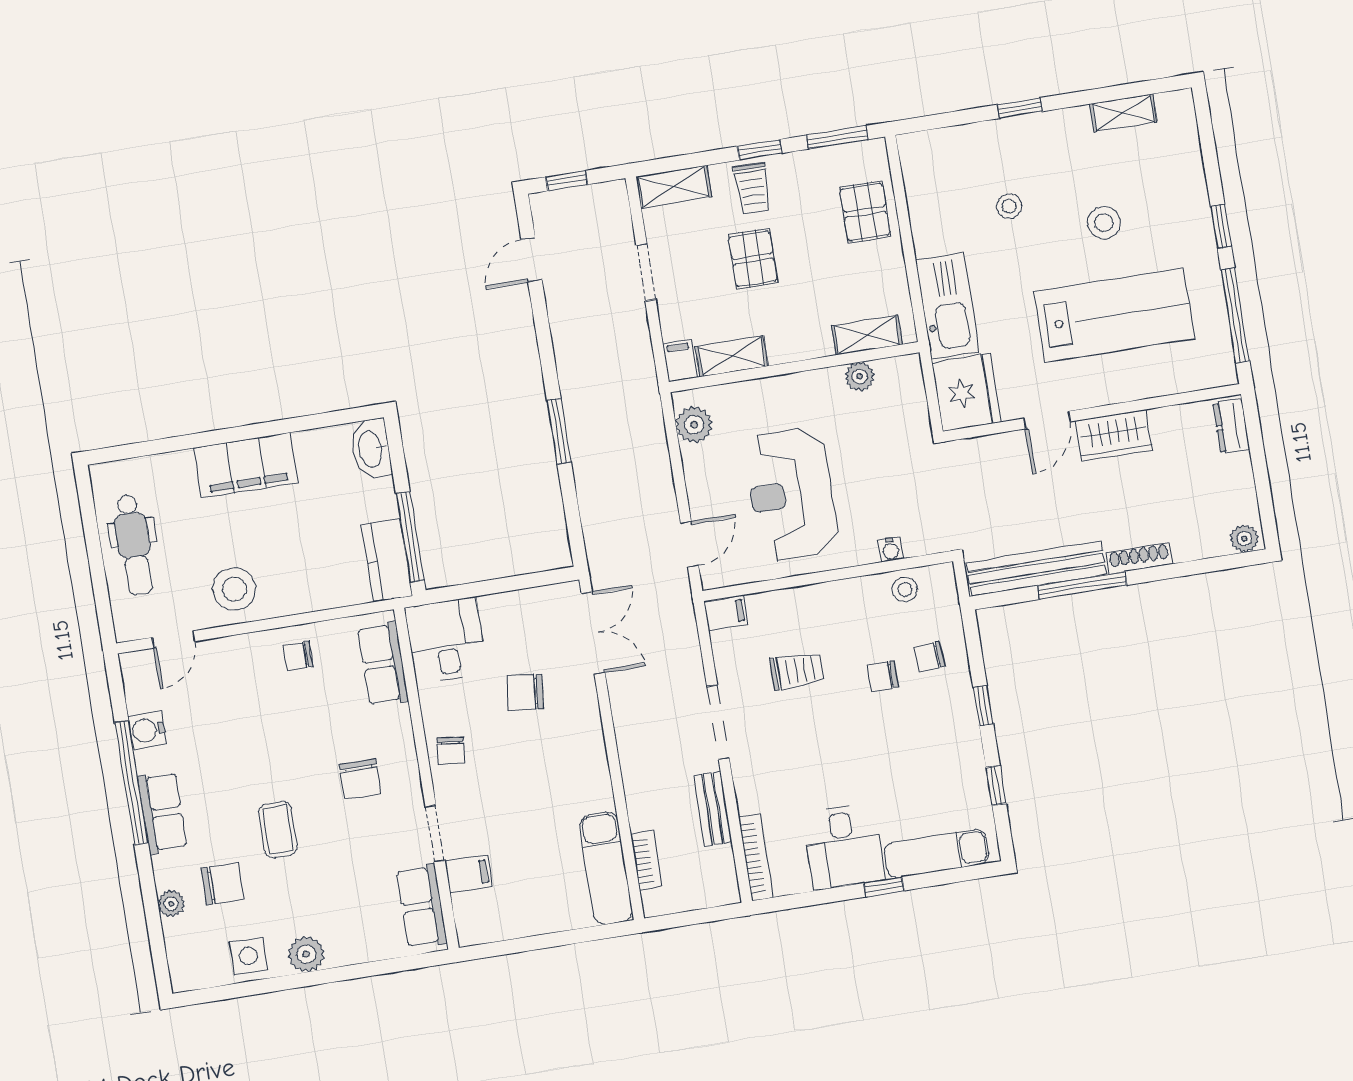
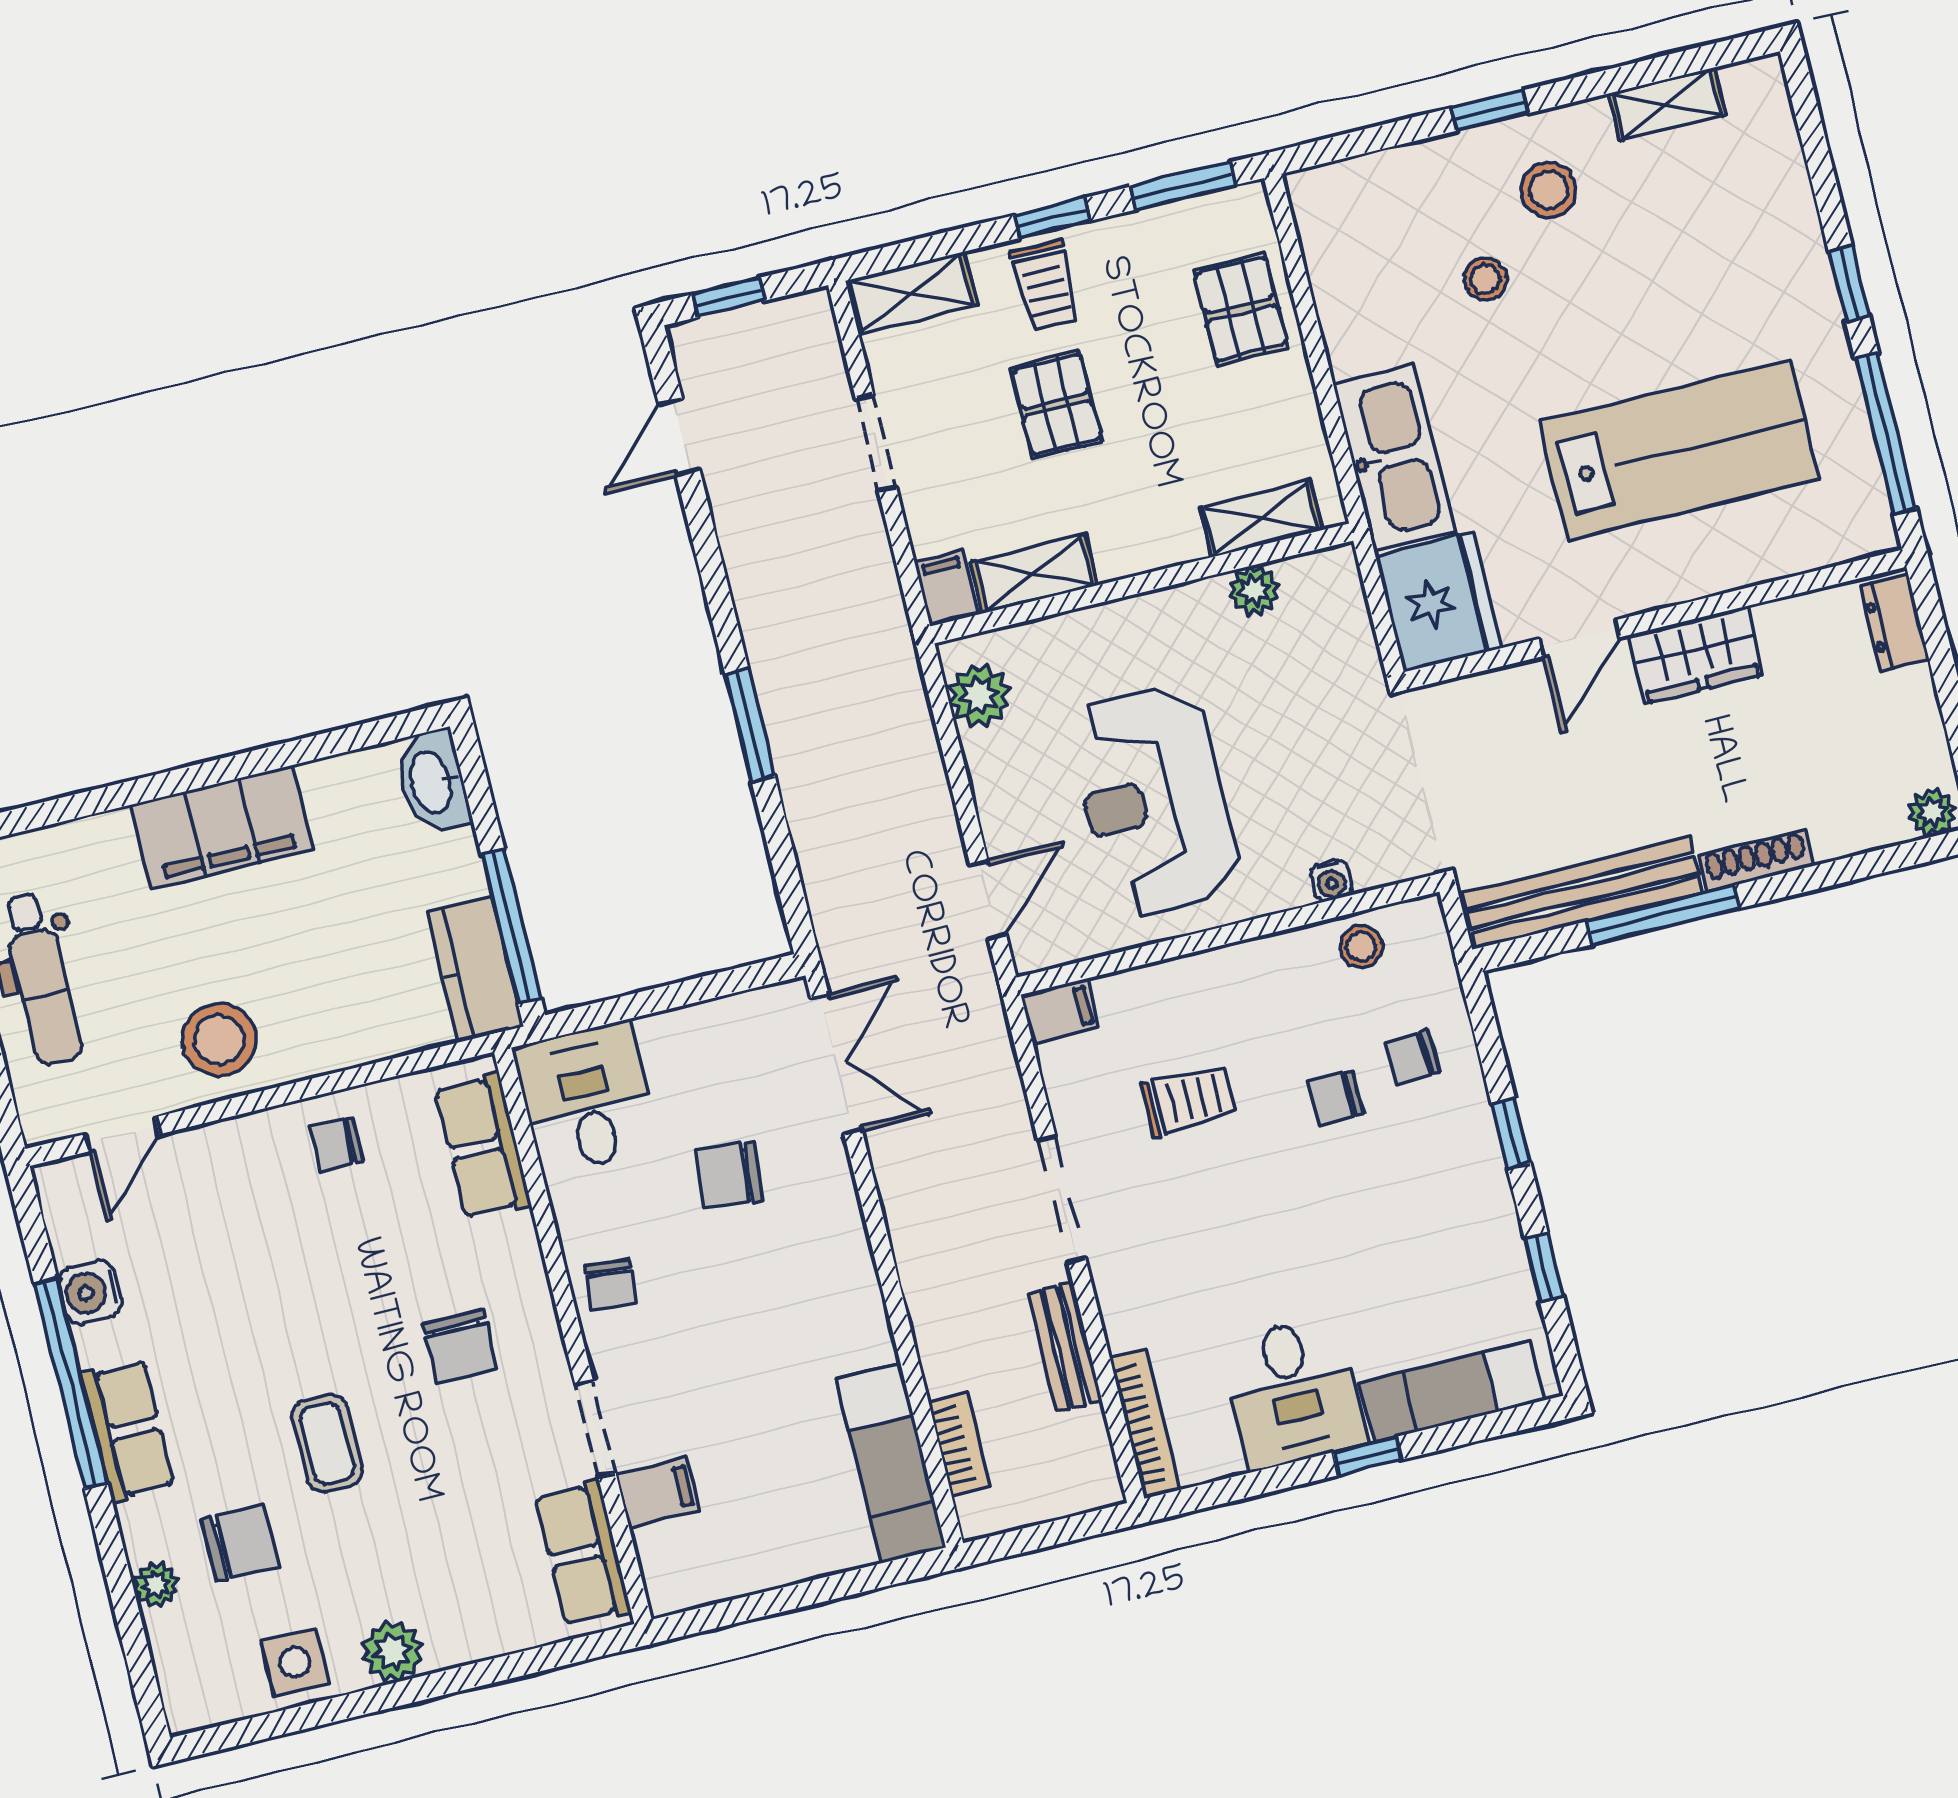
stool: (1104, 223) -> (1549, 190), moved

